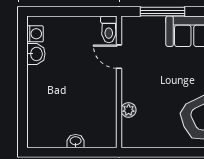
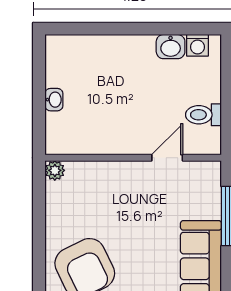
toilet: (109, 29) -> (203, 115), moved
plant: (129, 110) -> (55, 170), moved

